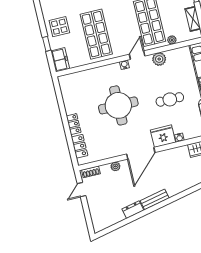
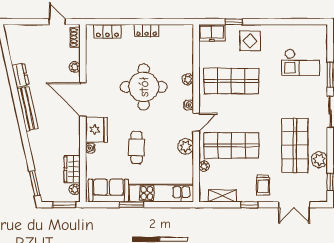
door: (137, 55) -> (196, 122), hinge flipped
plant: (103, 70) -> (188, 79), added
locker: (74, 124) -> (147, 31), moved
bench: (155, 199) -> (27, 109), width x1.36

